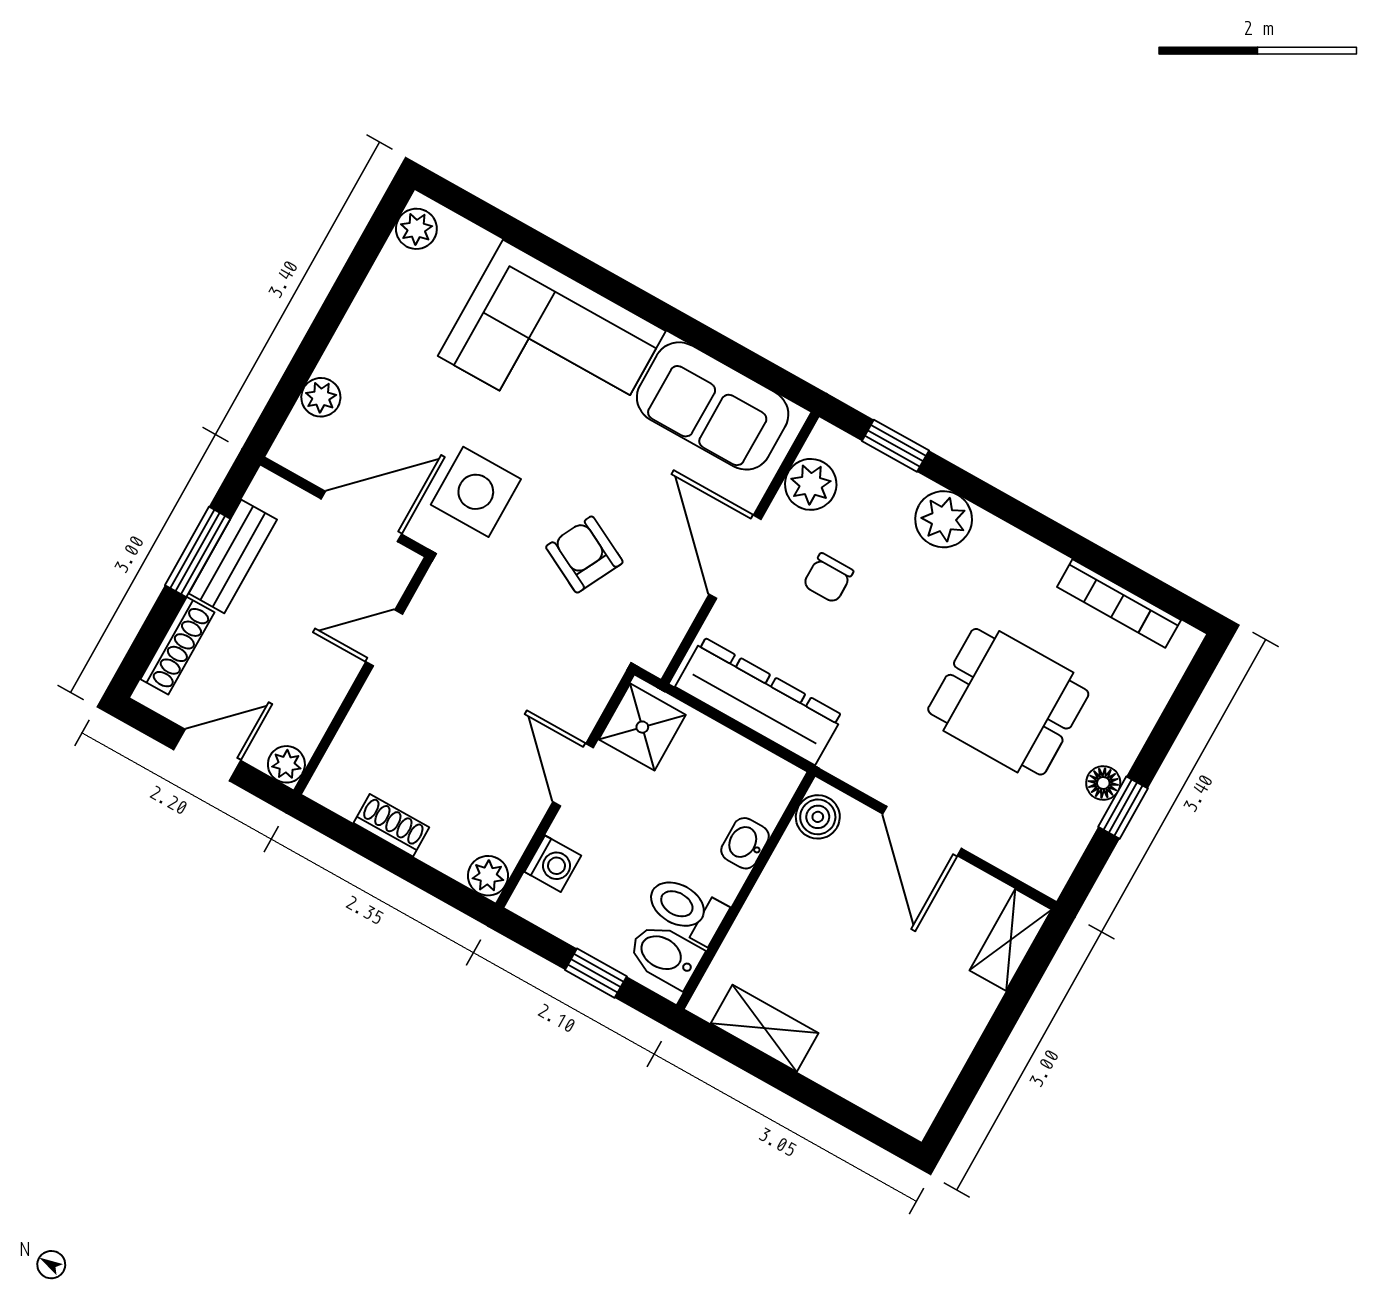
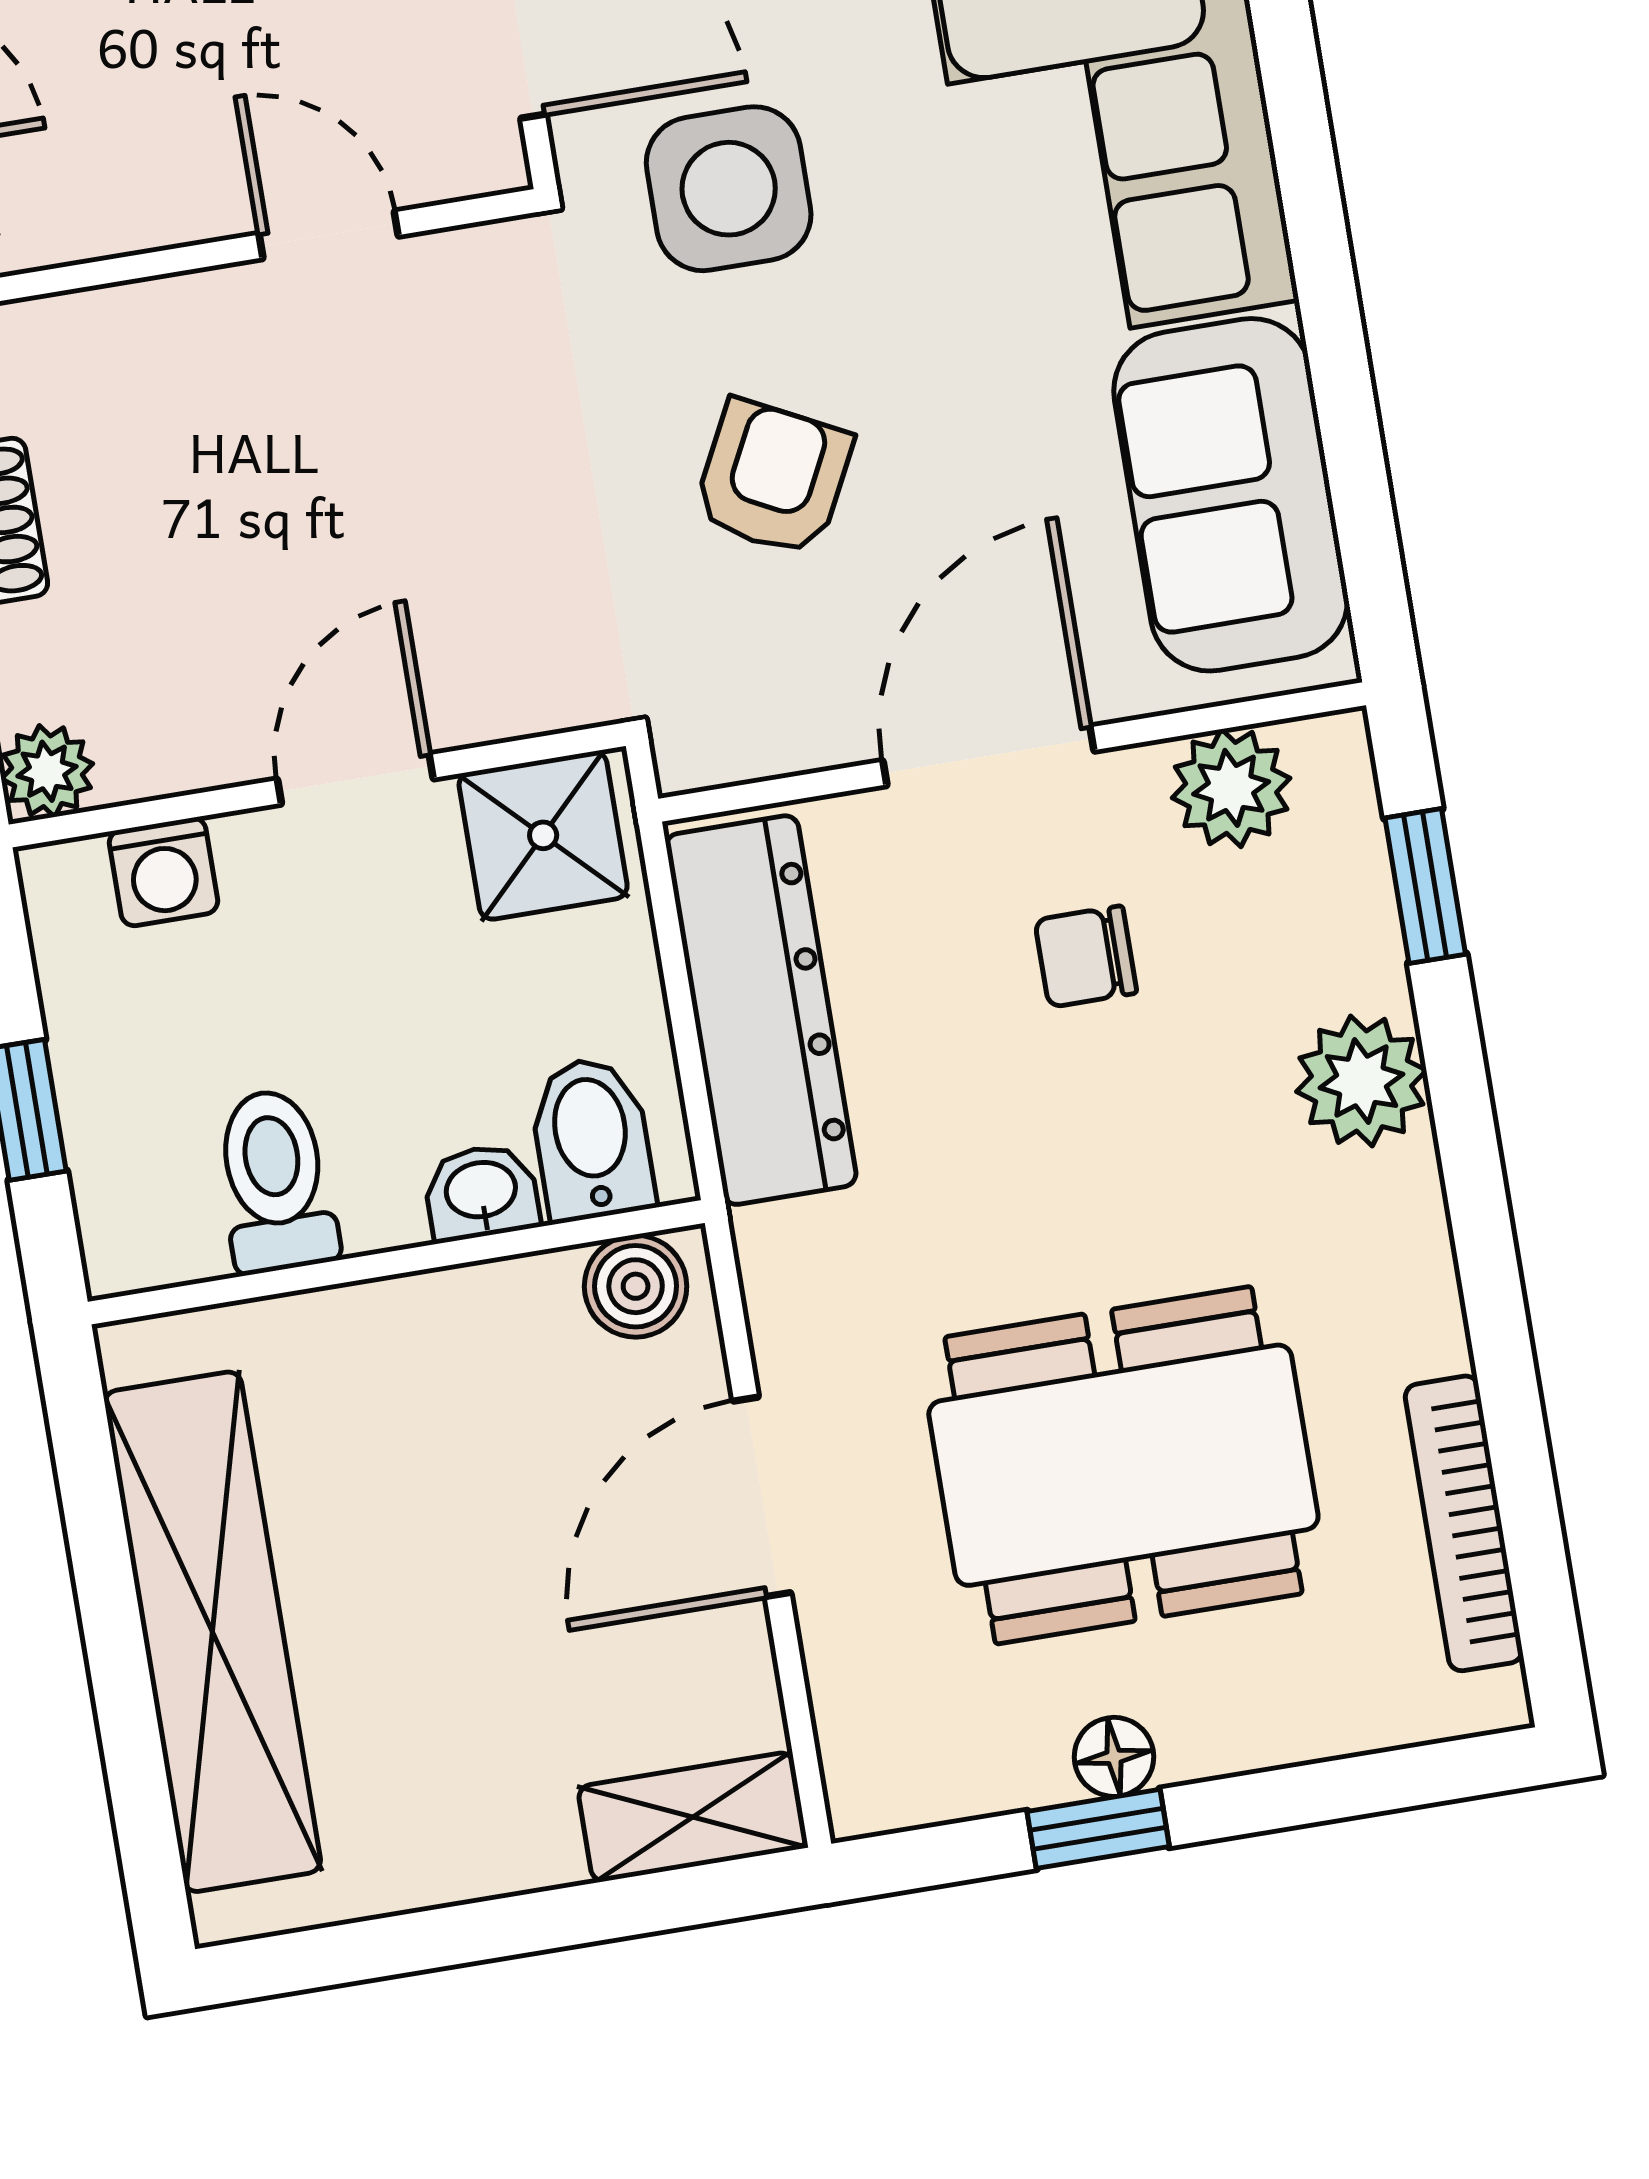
dining table: (1008, 702) -> (1123, 1465), width x1.38
bidet: (665, 955) -> (592, 1139), moved
shelving: (765, 1028) -> (213, 1632), width x2.20, depth x1.33

